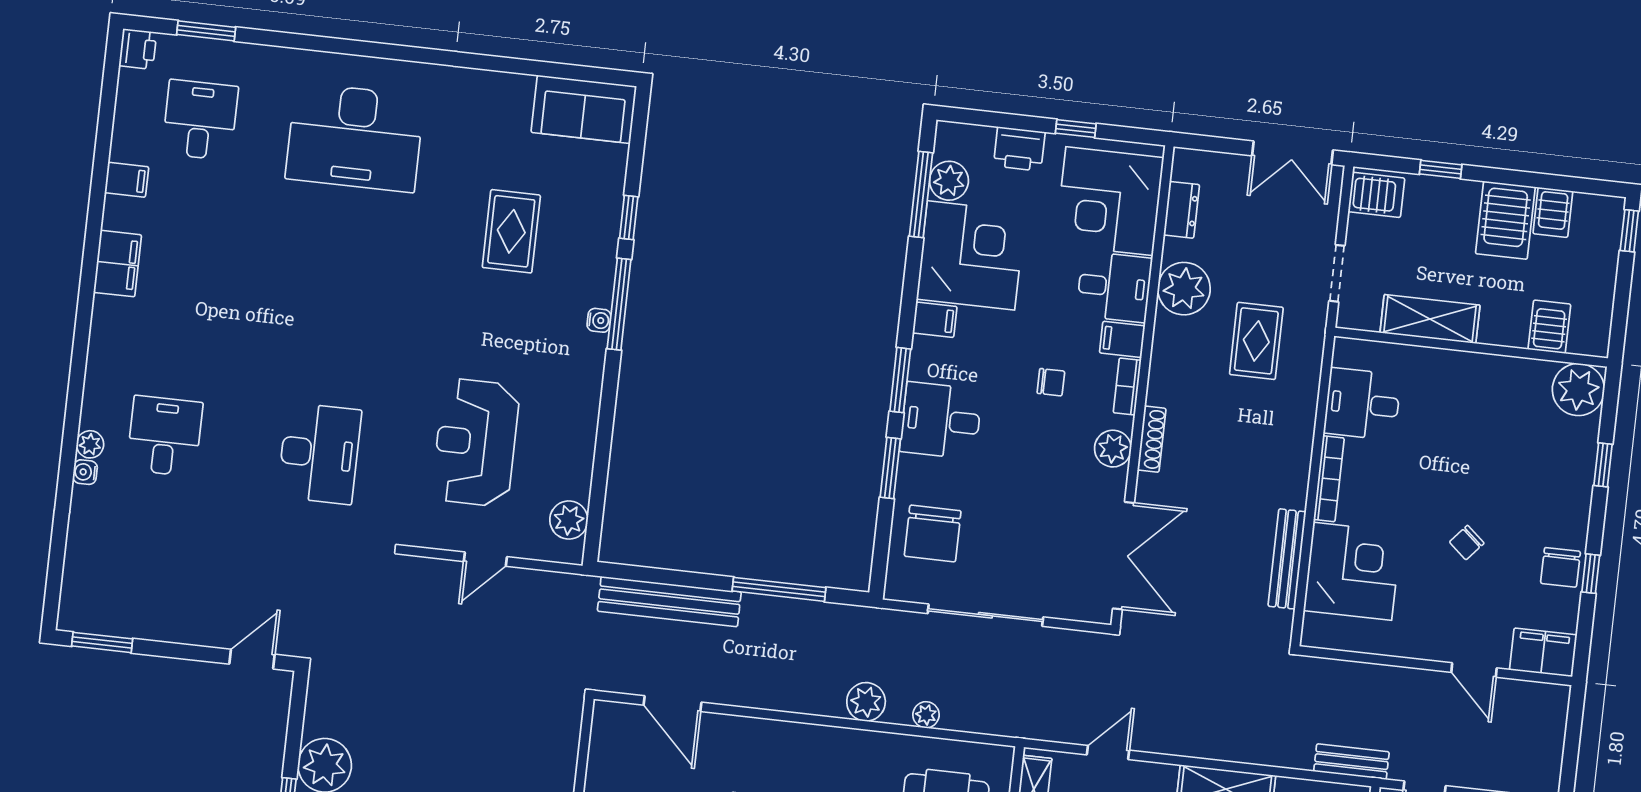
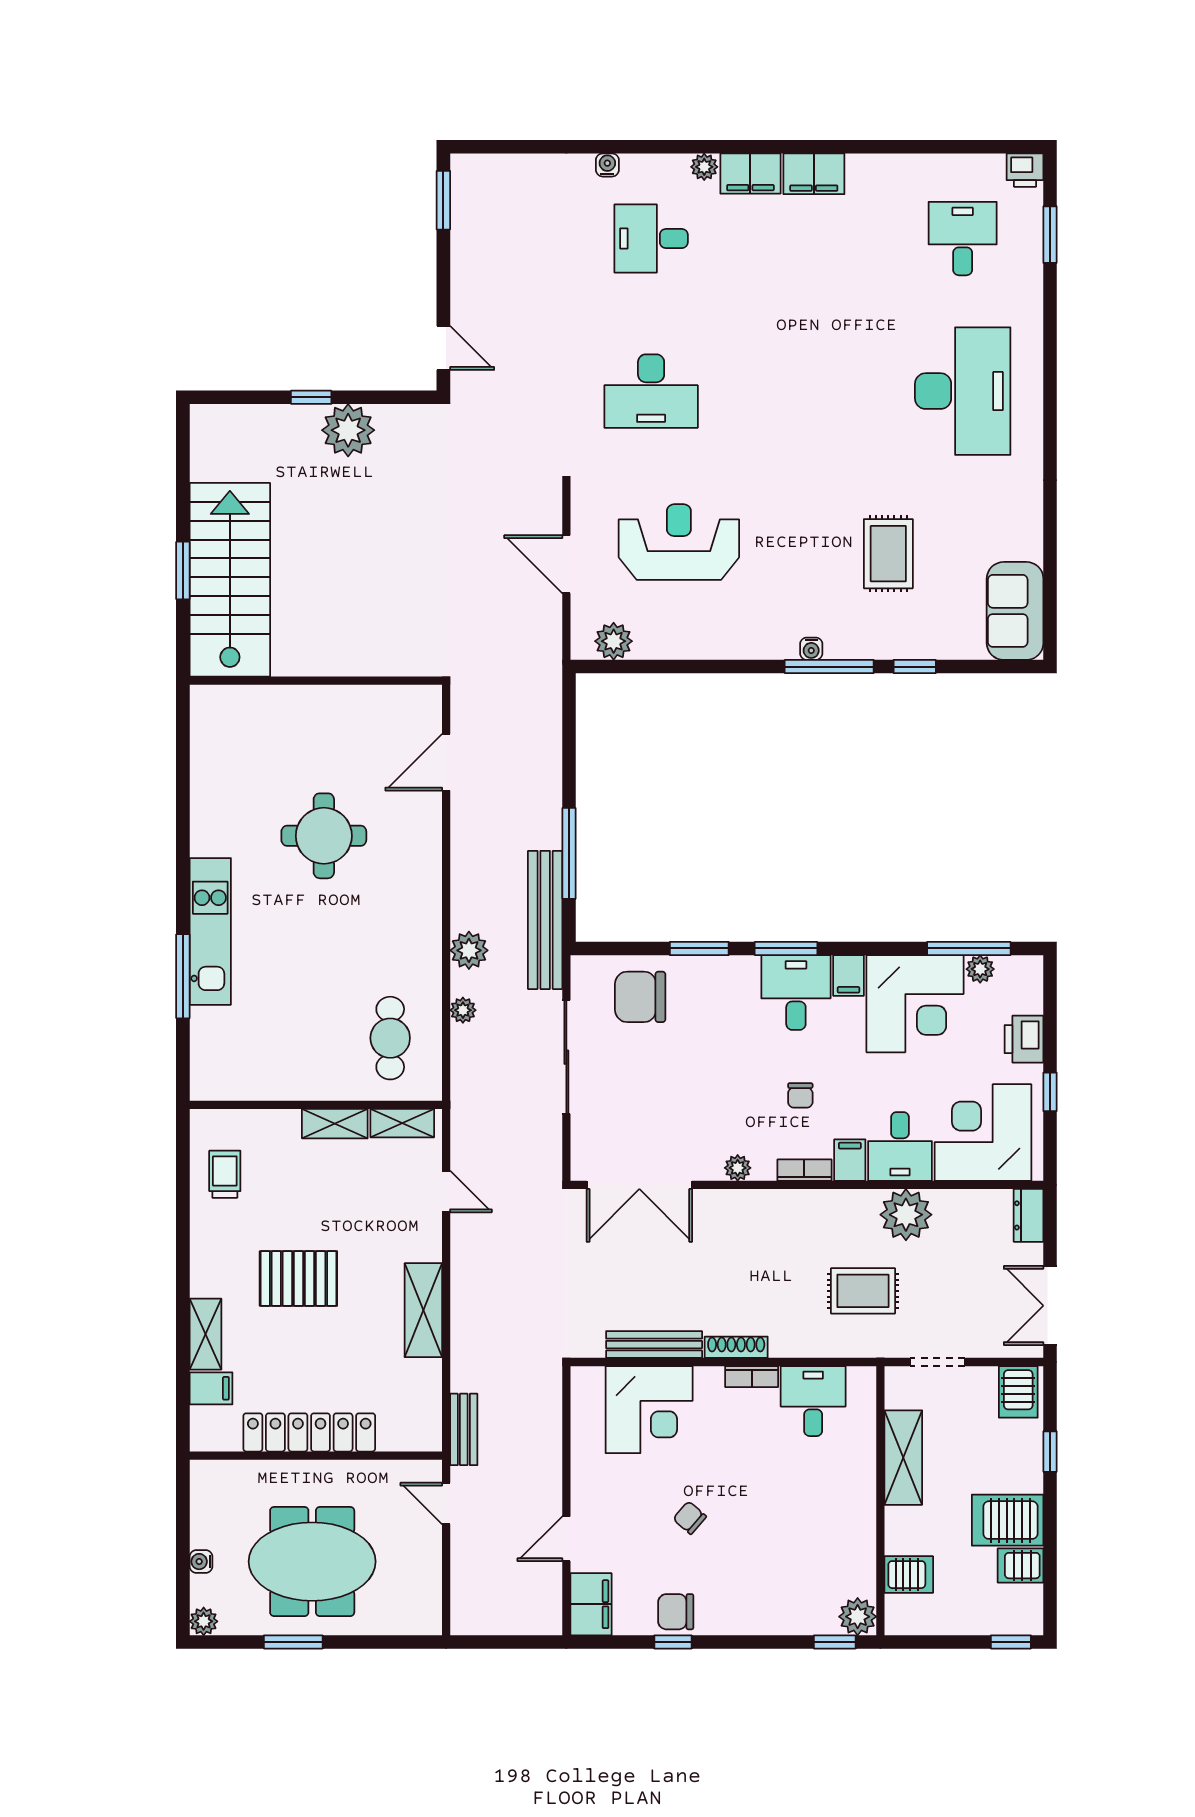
desk: (200, 120) -> (963, 239), turned -90
desk: (355, 137) -> (963, 391), turned 180
filing cabinet: (127, 180) -> (750, 174), moved, width x2.00
plant: (949, 181) -> (980, 969), width x0.73, depth x0.73
dresser: (1182, 210) -> (1029, 1215), moved, turned 90
rug: (511, 231) -> (888, 554), turned 90
plant: (1578, 390) -> (858, 1617), width x0.73, depth x0.73
desk: (941, 420) -> (796, 992), moved
desk: (165, 436) -> (651, 239), turned 180
shoe rack: (1152, 439) -> (736, 1347), moved, turned 180
plant: (90, 444) -> (704, 167), moved
plant: (1113, 449) -> (738, 1168), width x0.73, depth x0.73
window: (1603, 465) -> (835, 1642), moved
bookcase: (1329, 479) -> (752, 1377), width x0.64
door: (485, 559) -> (566, 564), width x1.38
bench: (669, 602) -> (545, 920), moved

